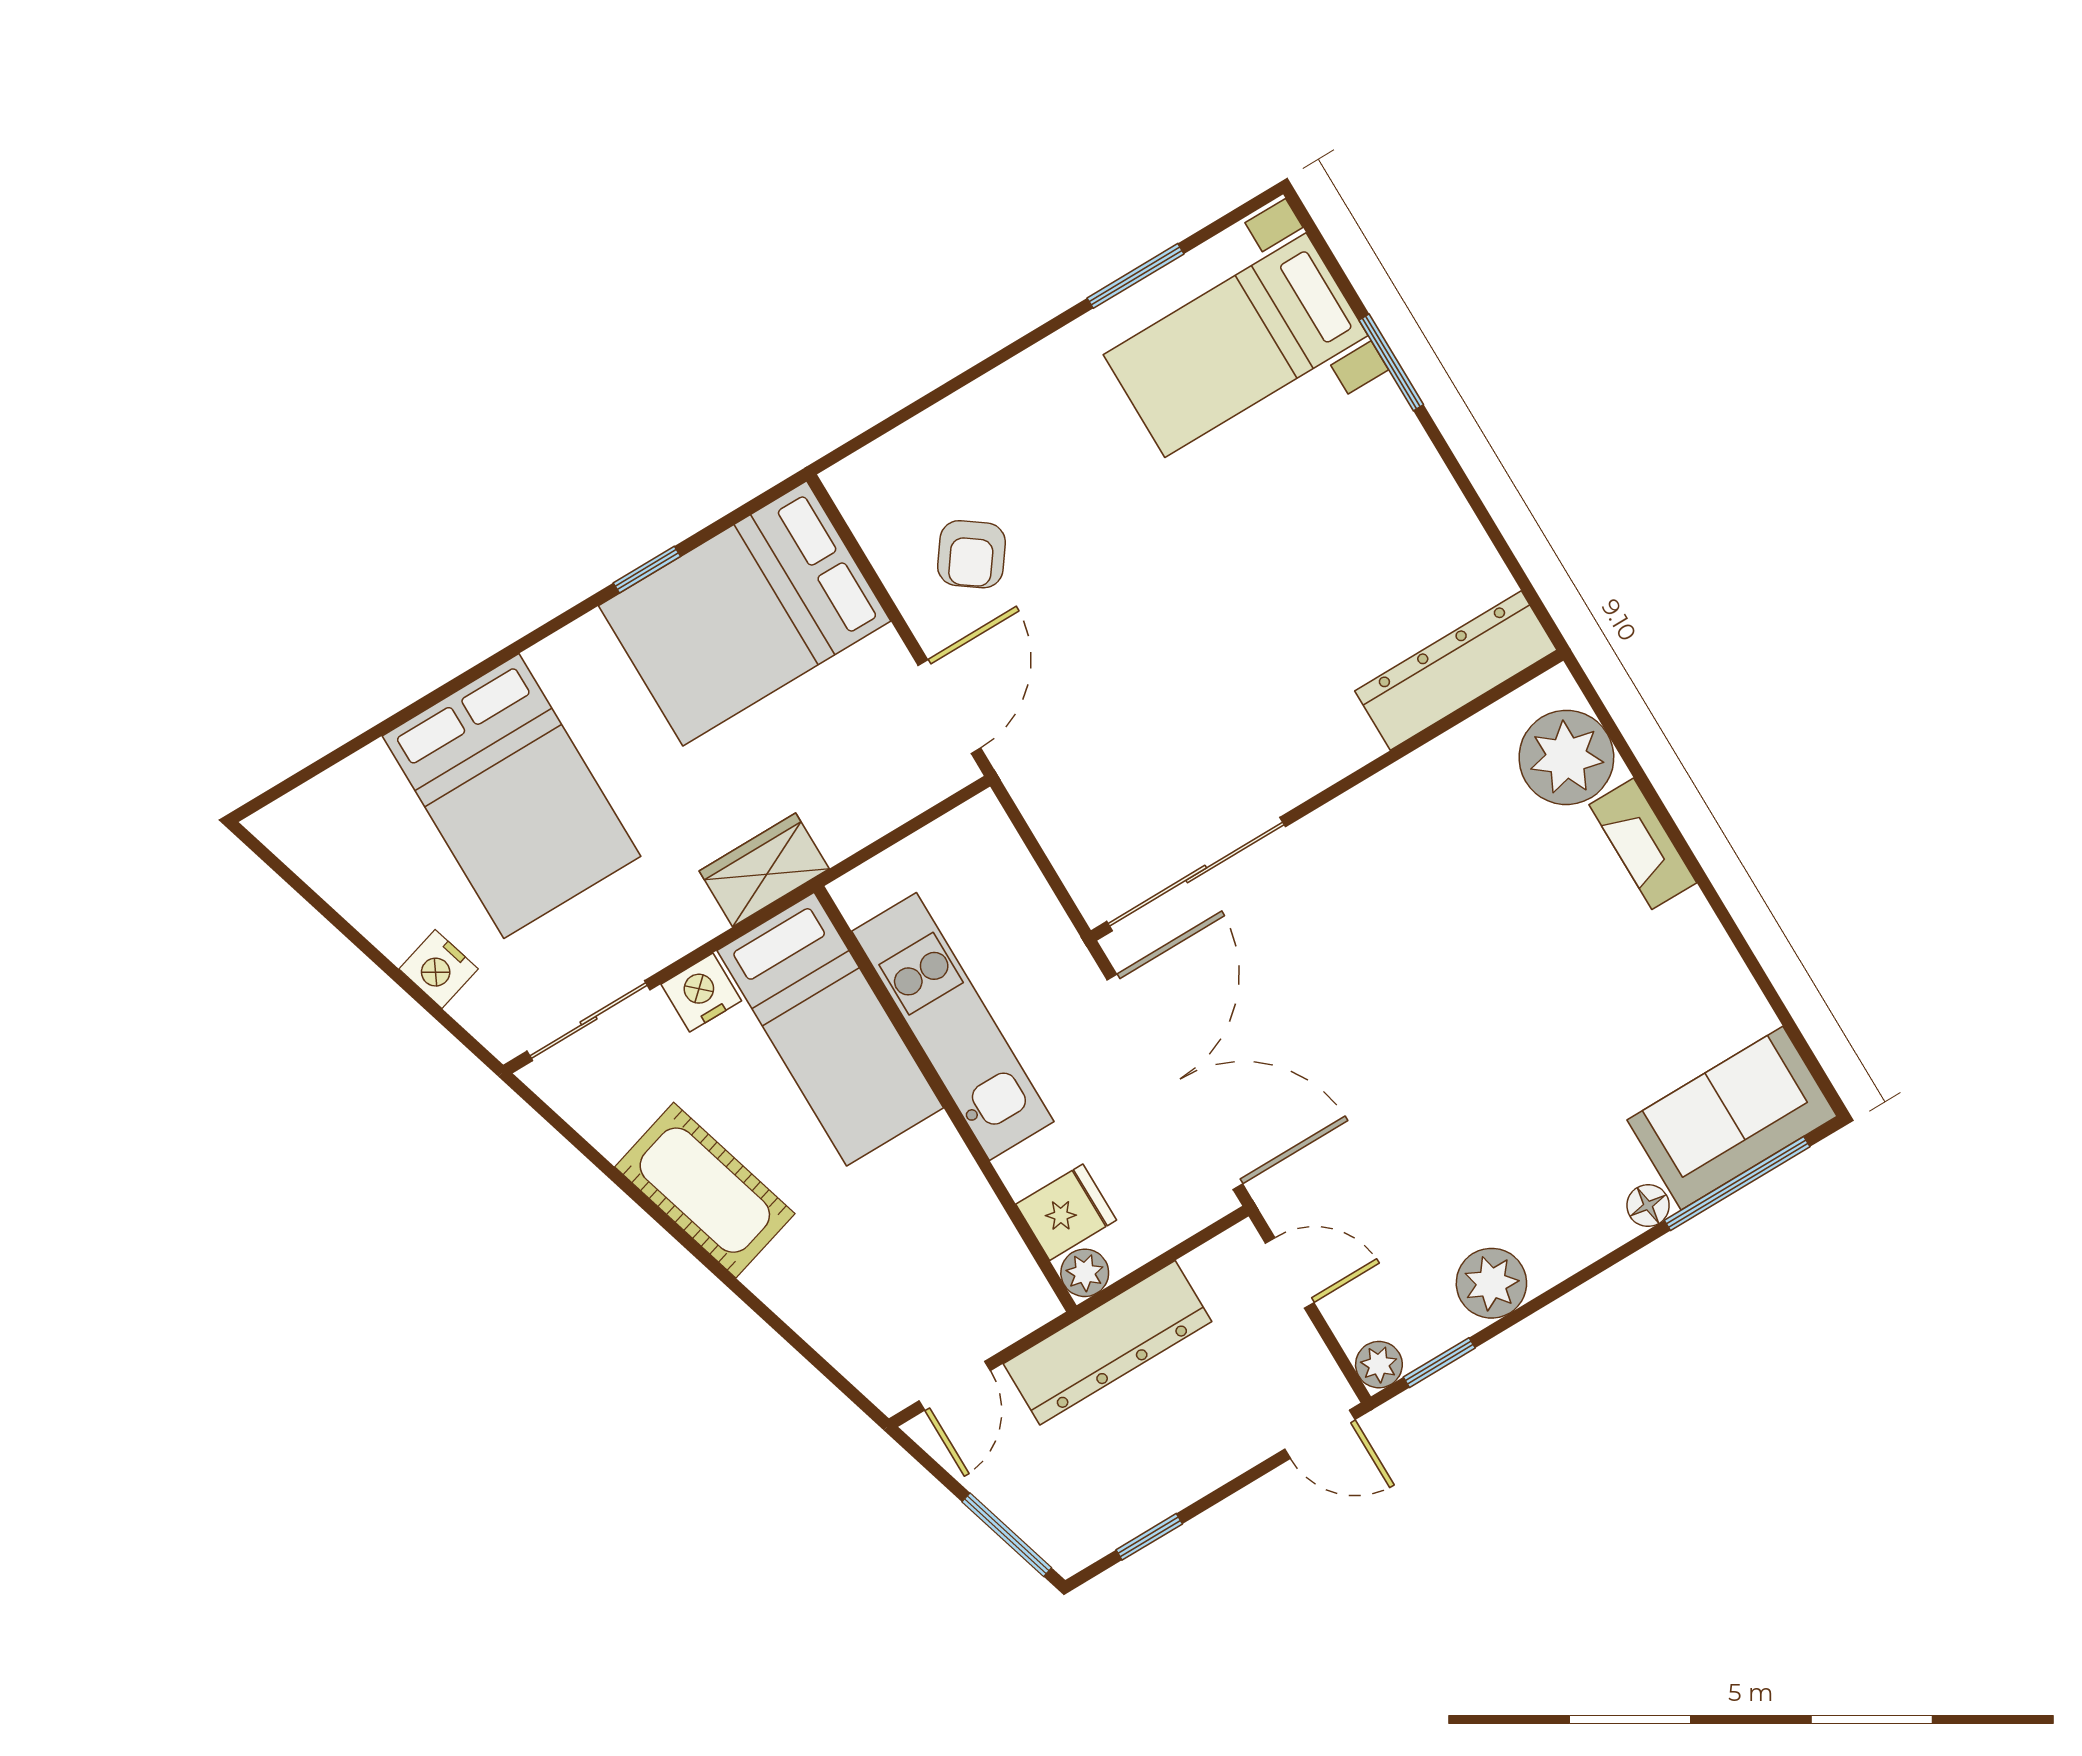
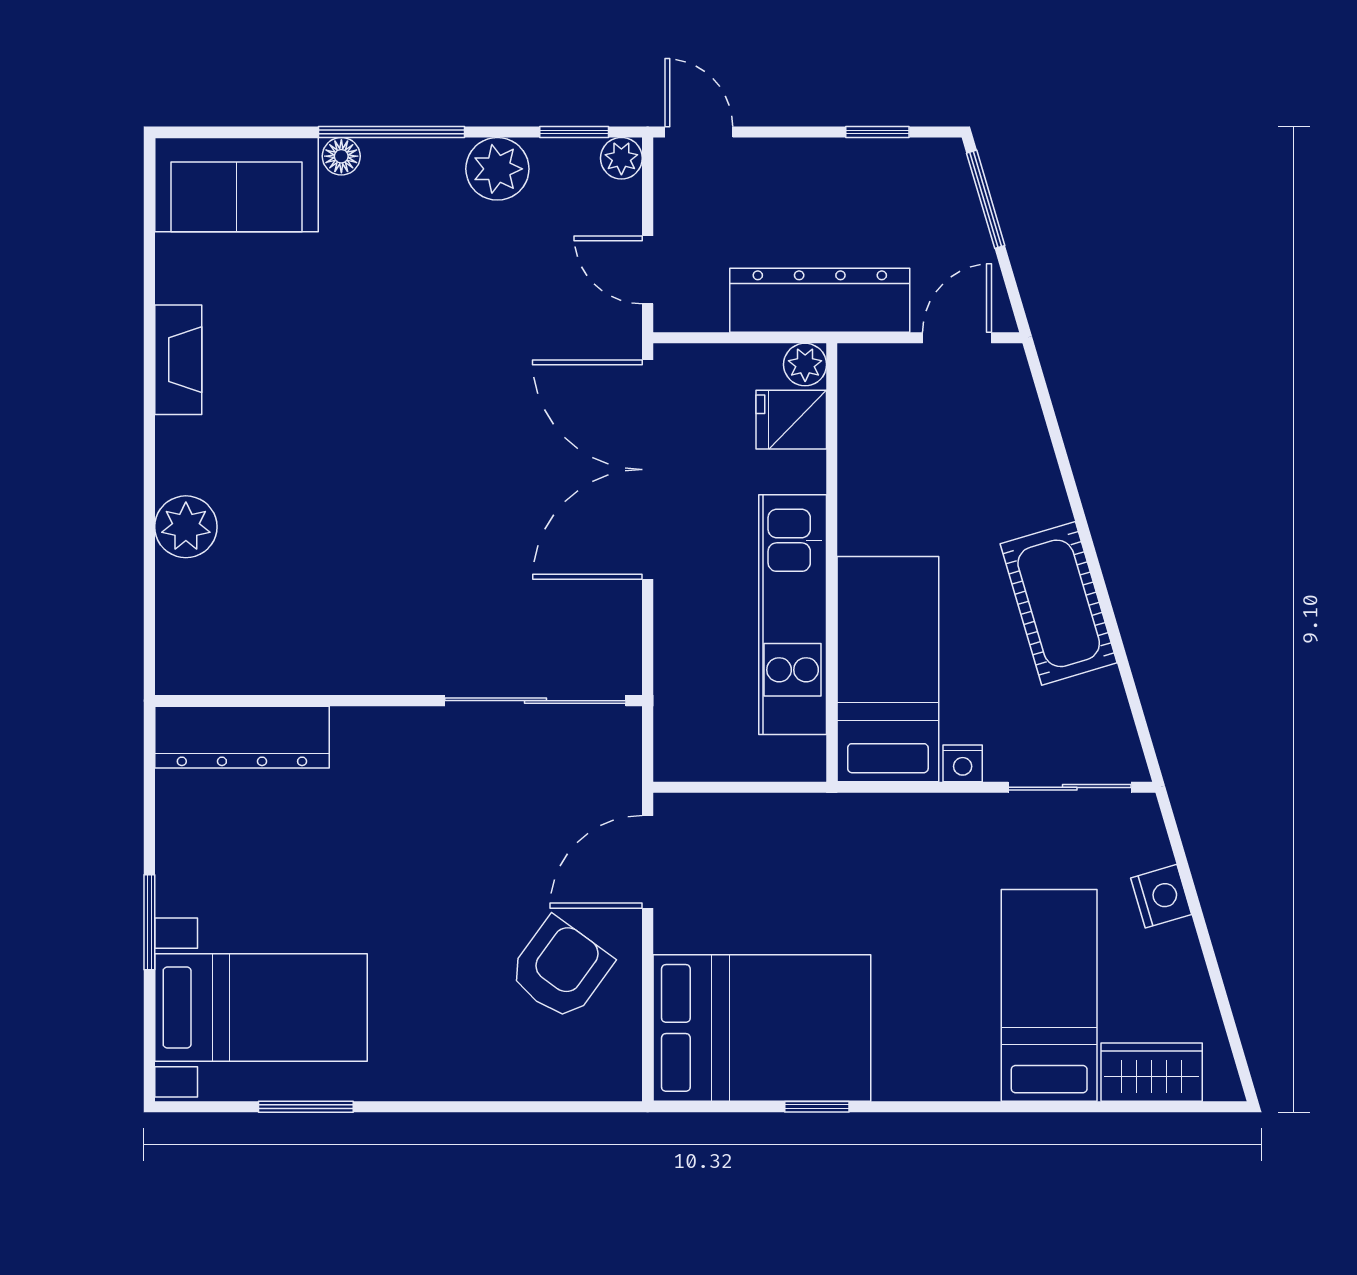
armchair: (971, 554) -> (560, 969), width x1.38, depth x1.38
dresser: (1456, 671) -> (242, 737), moved
plant: (1566, 757) -> (186, 527), width x0.73, depth x0.73
wall: (1327, 795) -> (399, 701), moved
bed: (511, 796) -> (1049, 995), width x0.67
fireplace: (1643, 844) -> (178, 360), moved
wardrobe: (764, 870) -> (1152, 1072), moved, turned 180
sliding door: (1196, 874) -> (535, 701), moved
nightstand: (701, 993) -> (963, 763), width x0.72, depth x0.74
window: (1737, 1184) -> (391, 132), moved

